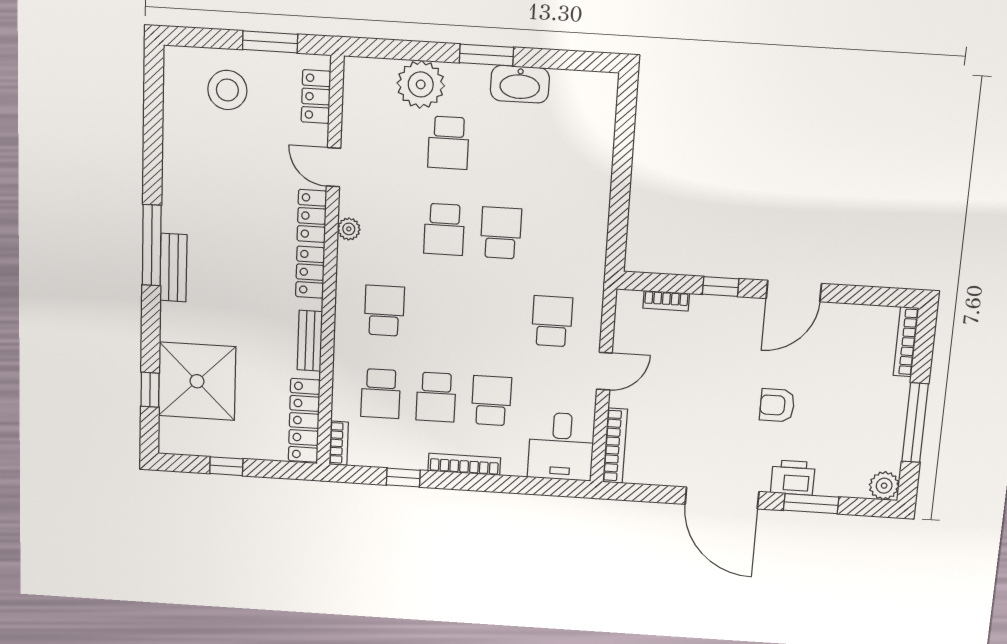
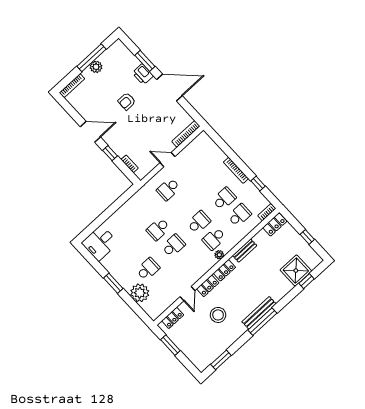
washbasin: (520, 84) -> (112, 266), removed
stool: (227, 90) -> (218, 315), moved
window: (153, 105) -> (221, 360), added
plant: (349, 229) -> (219, 255), moved
bench: (173, 268) -> (259, 313), width x1.36
shower: (197, 381) -> (296, 271), width x0.73, depth x0.73
school desk: (491, 401) -> (199, 222), moved, turned 180
armchair: (777, 405) -> (127, 101), turned 90
locker: (304, 420) -> (275, 224), width x0.66
desk: (561, 446) -> (100, 243), moved, turned 180
plant: (884, 486) -> (96, 67), moved
door: (722, 498) -> (169, 88), hinge flipped

